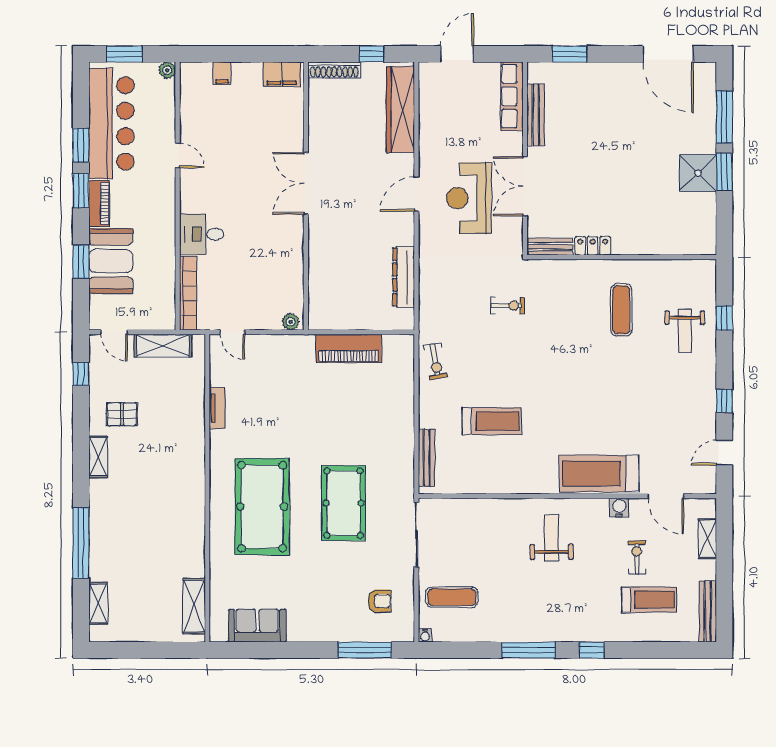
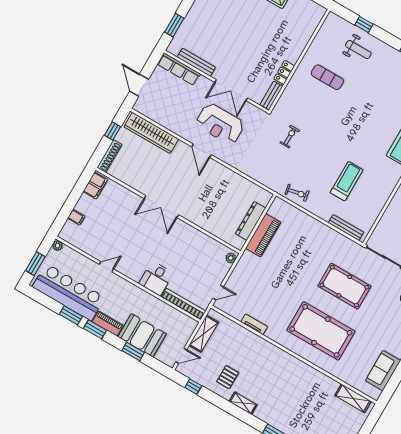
dresser: (404, 277) -> (251, 221), moved, turned 90

